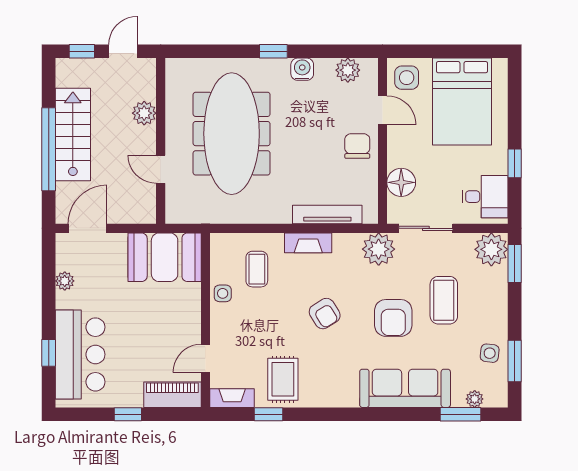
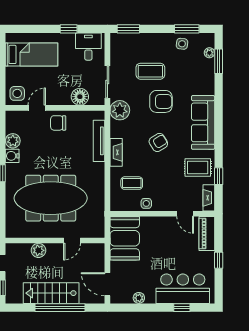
plant: (348, 70) -> (13, 141), moved
bed: (462, 102) -> (32, 54), width x0.67
plant: (491, 249) -> (120, 43), removed
sofa: (405, 388) -> (203, 122), moved

